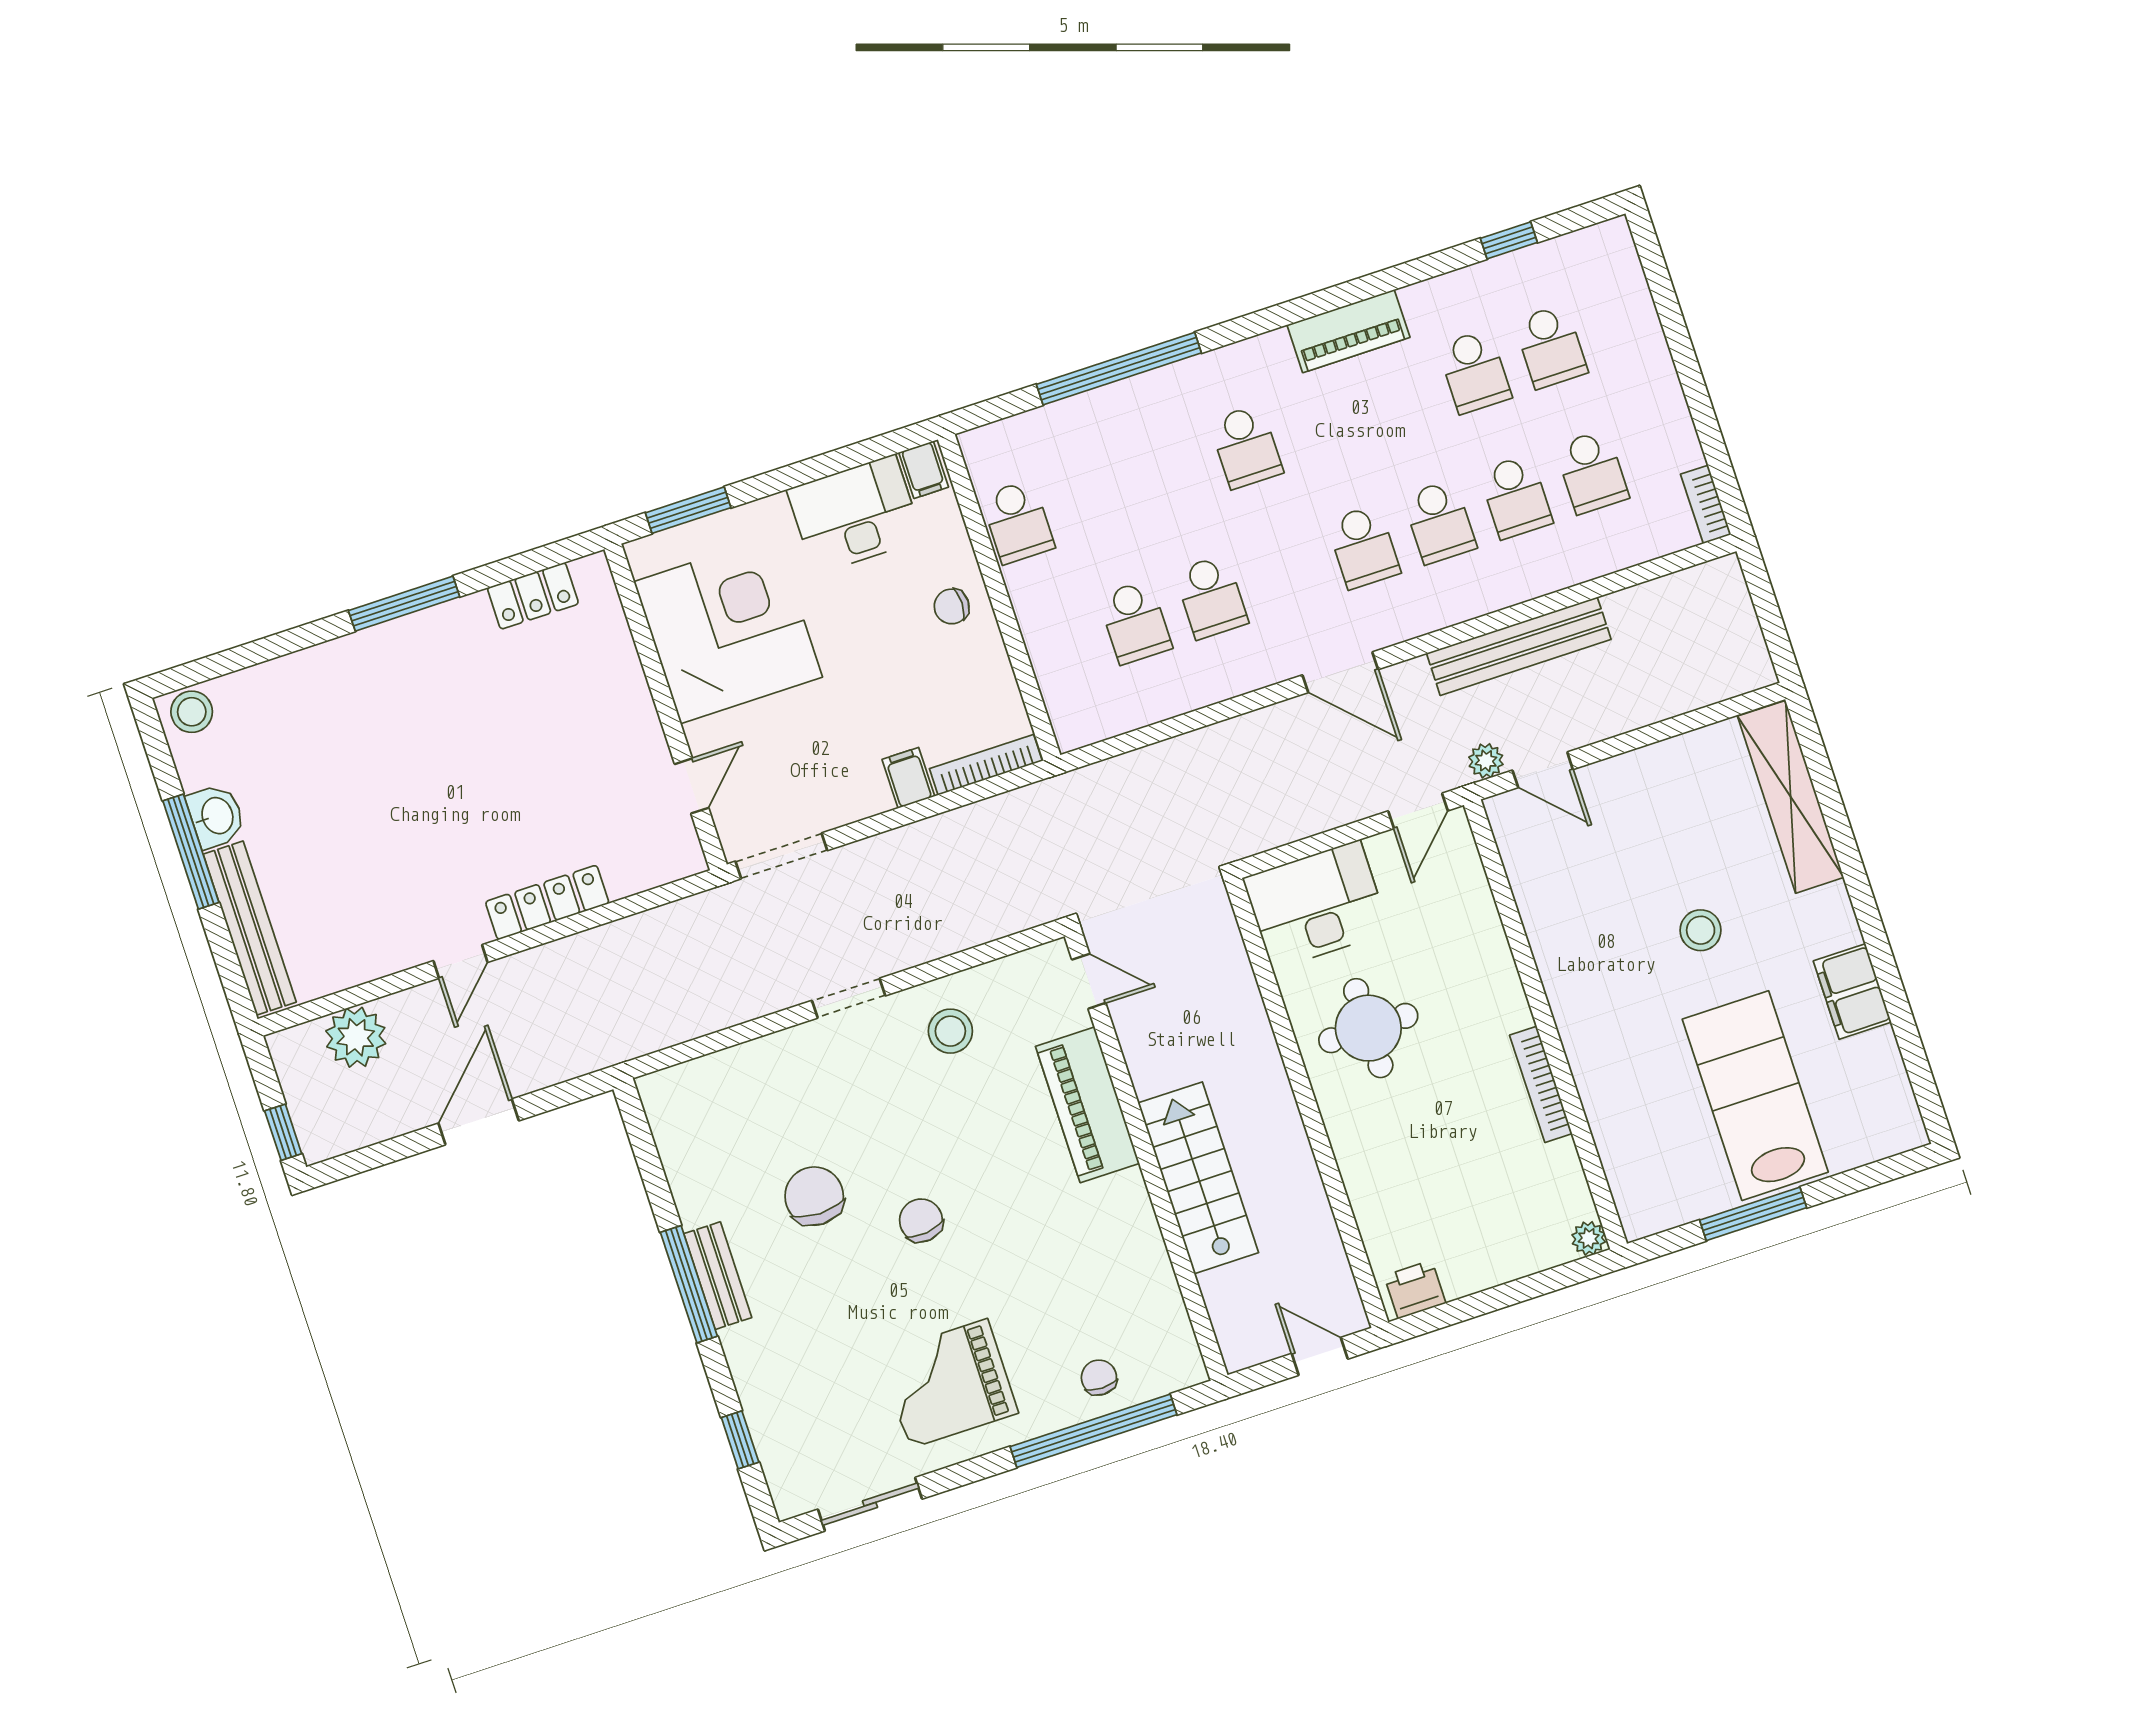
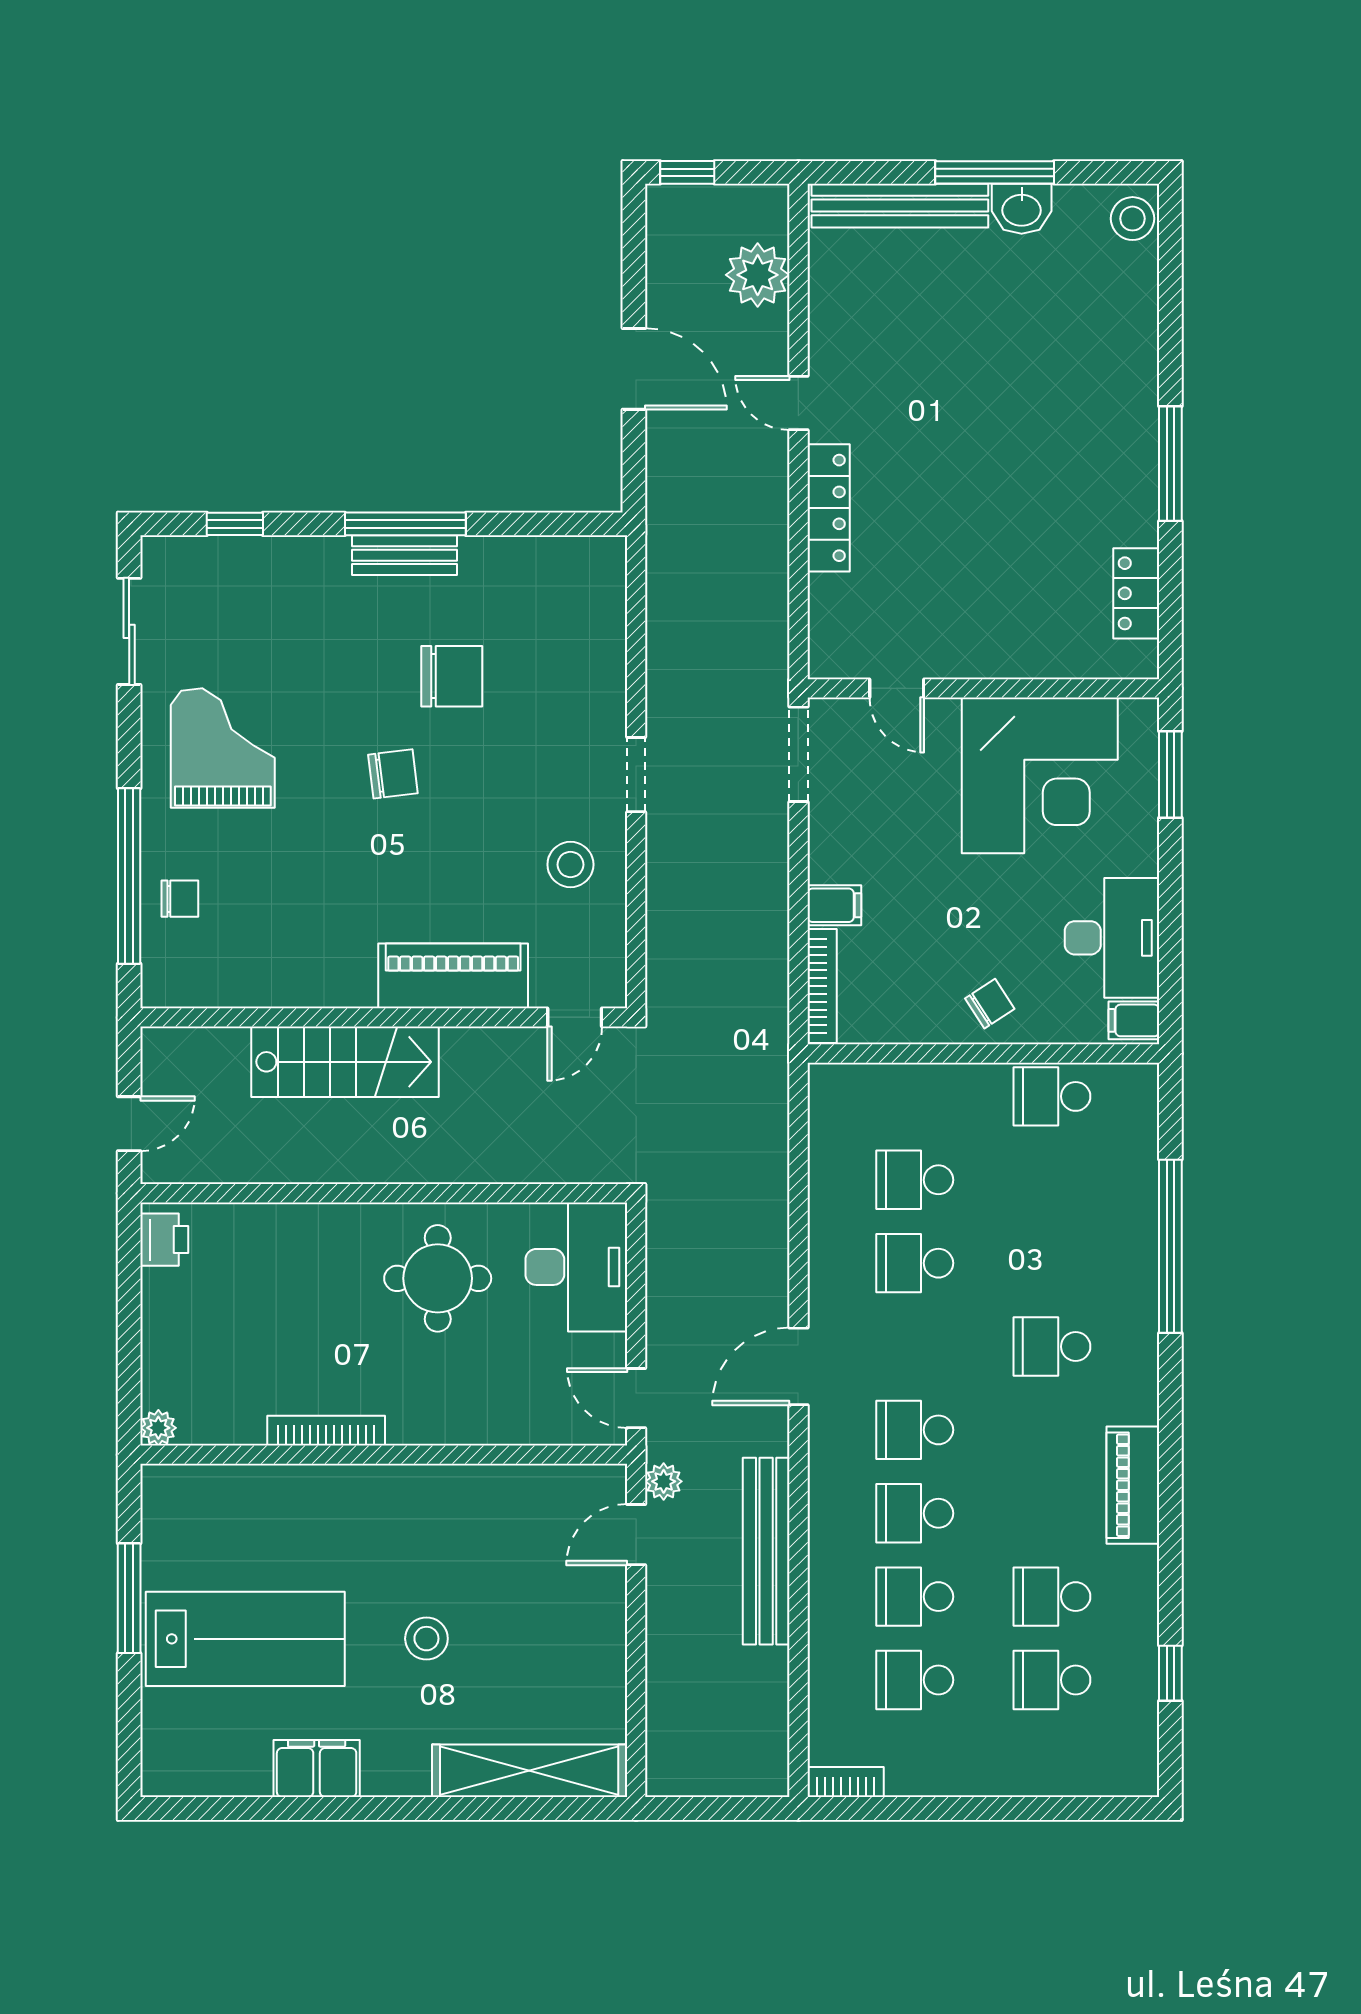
chair: (952, 606) -> (990, 1004), turned 57

